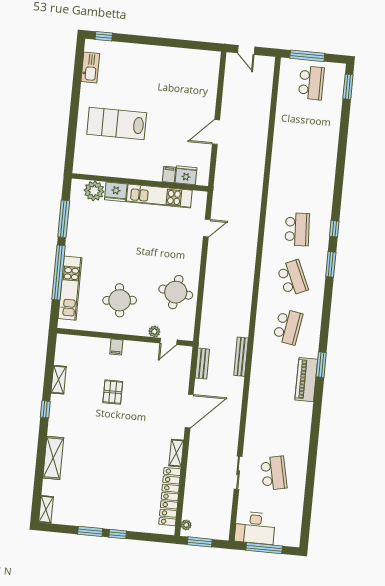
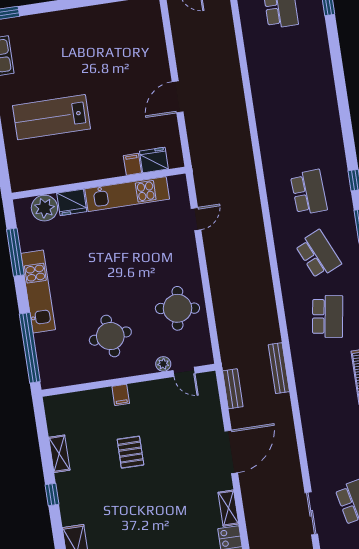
window: (58, 272) -> (30, 348), moved
kitchen unit: (70, 288) -> (38, 291), moved
door: (169, 341) -> (184, 372), hinge flipped

